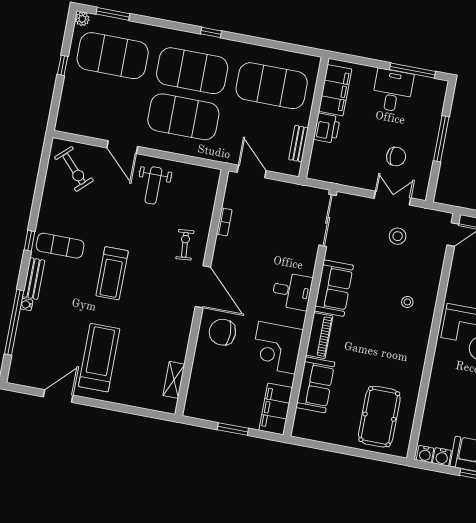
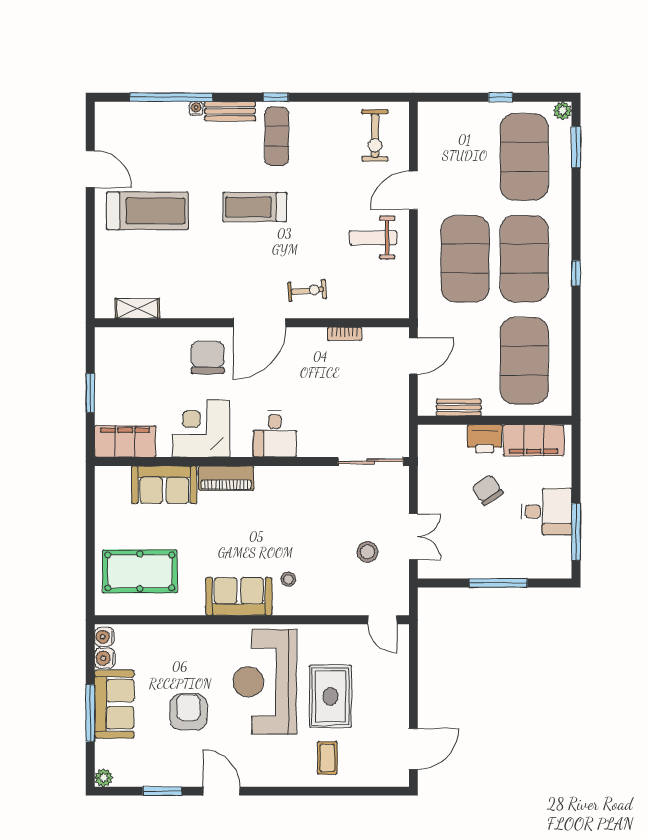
chair: (396, 157) -> (487, 490), moved, turned 146
exercise bike: (74, 169) -> (375, 136), turned -47
sofa: (334, 288) -> (239, 596), moved, turned 180

